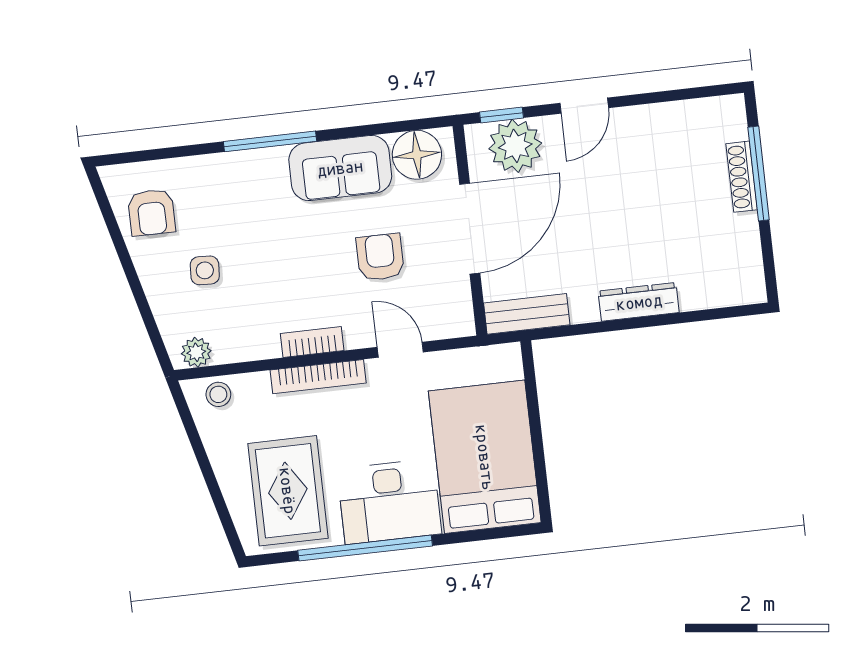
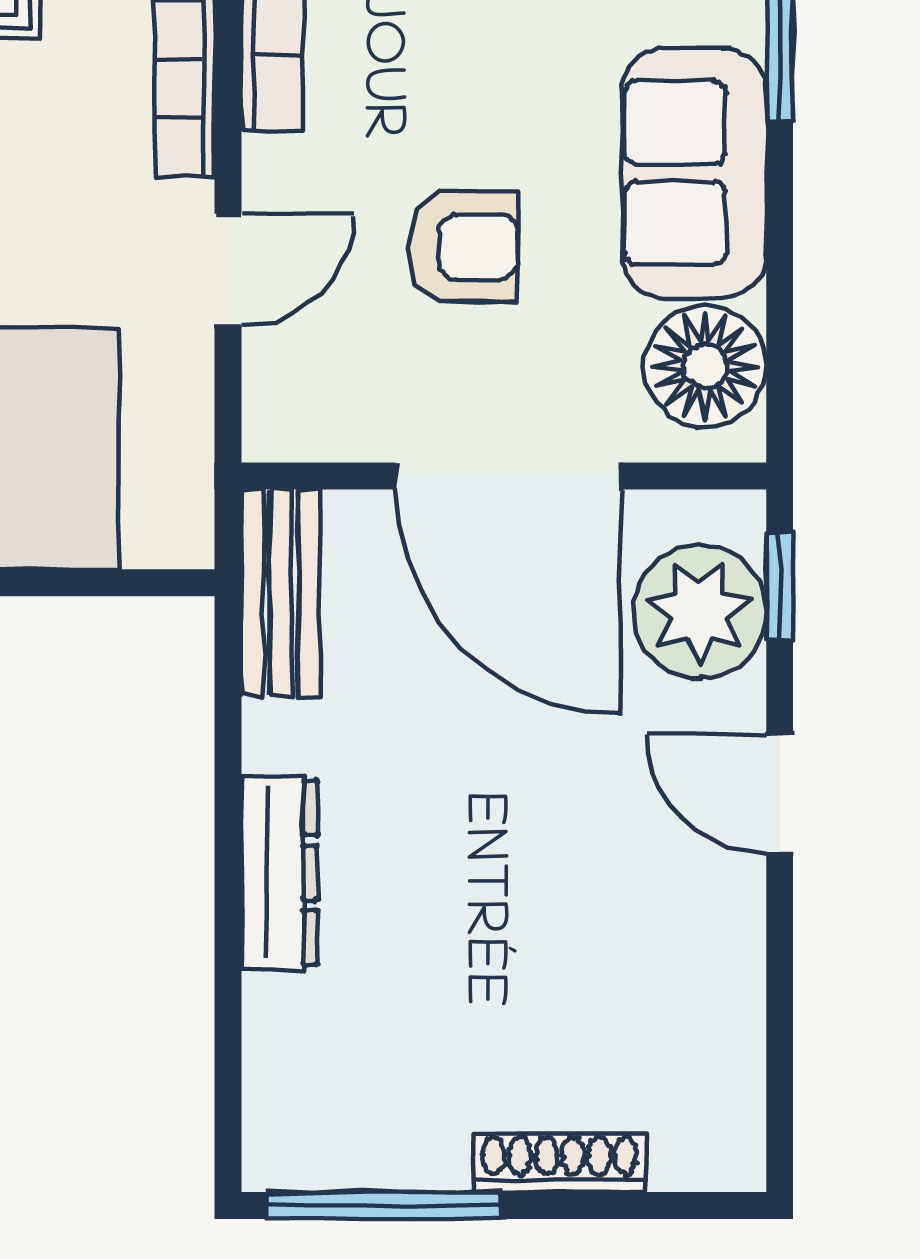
window: (759, 173) -> (384, 1205), moved

